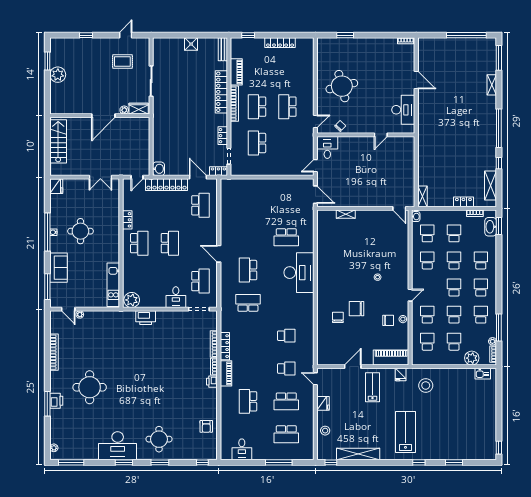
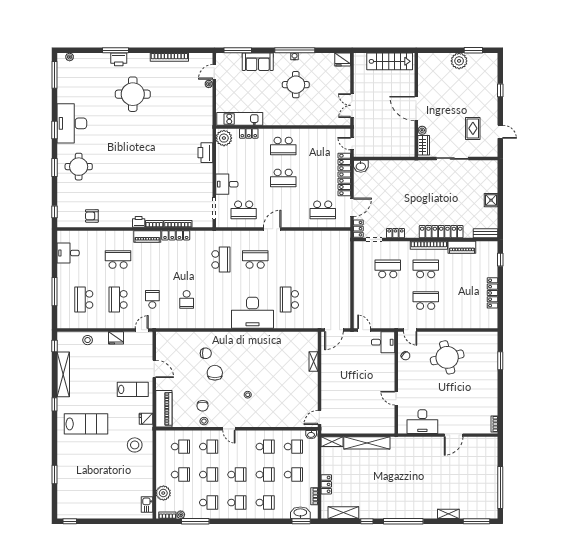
shelving: (424, 163) -> (367, 443), added
locker: (127, 220) -> (249, 133), moved
school desk: (286, 369) -> (152, 299), turned 180
window: (419, 462) -> (54, 404), moved

